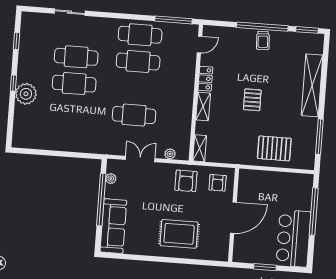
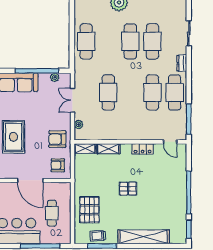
dresser: (105, 23) -> (182, 63), added
trolley: (263, 40) -> (98, 236), moved
shelving: (203, 106) -> (108, 149), moved
cafe table: (70, 137) -> (86, 41), added
double door: (140, 159) -> (73, 100), swing flipped
cafe table: (275, 194) -> (52, 213), added

